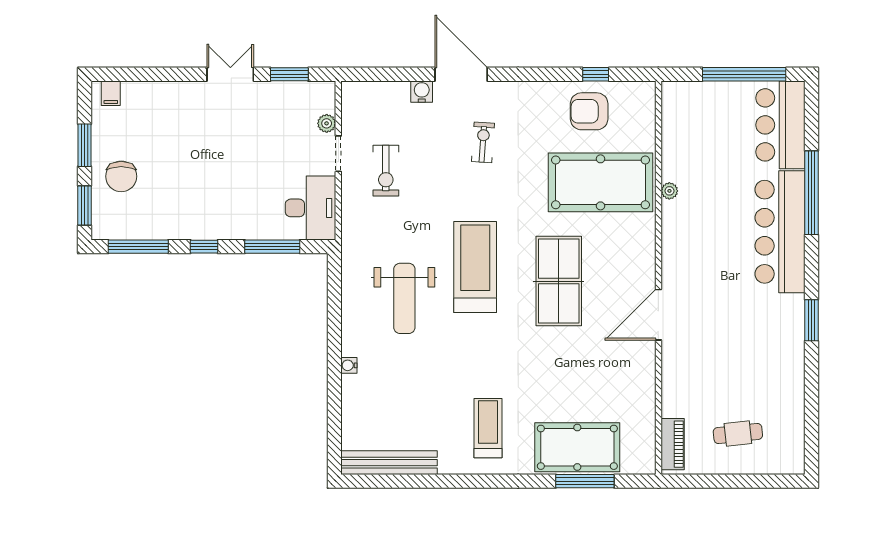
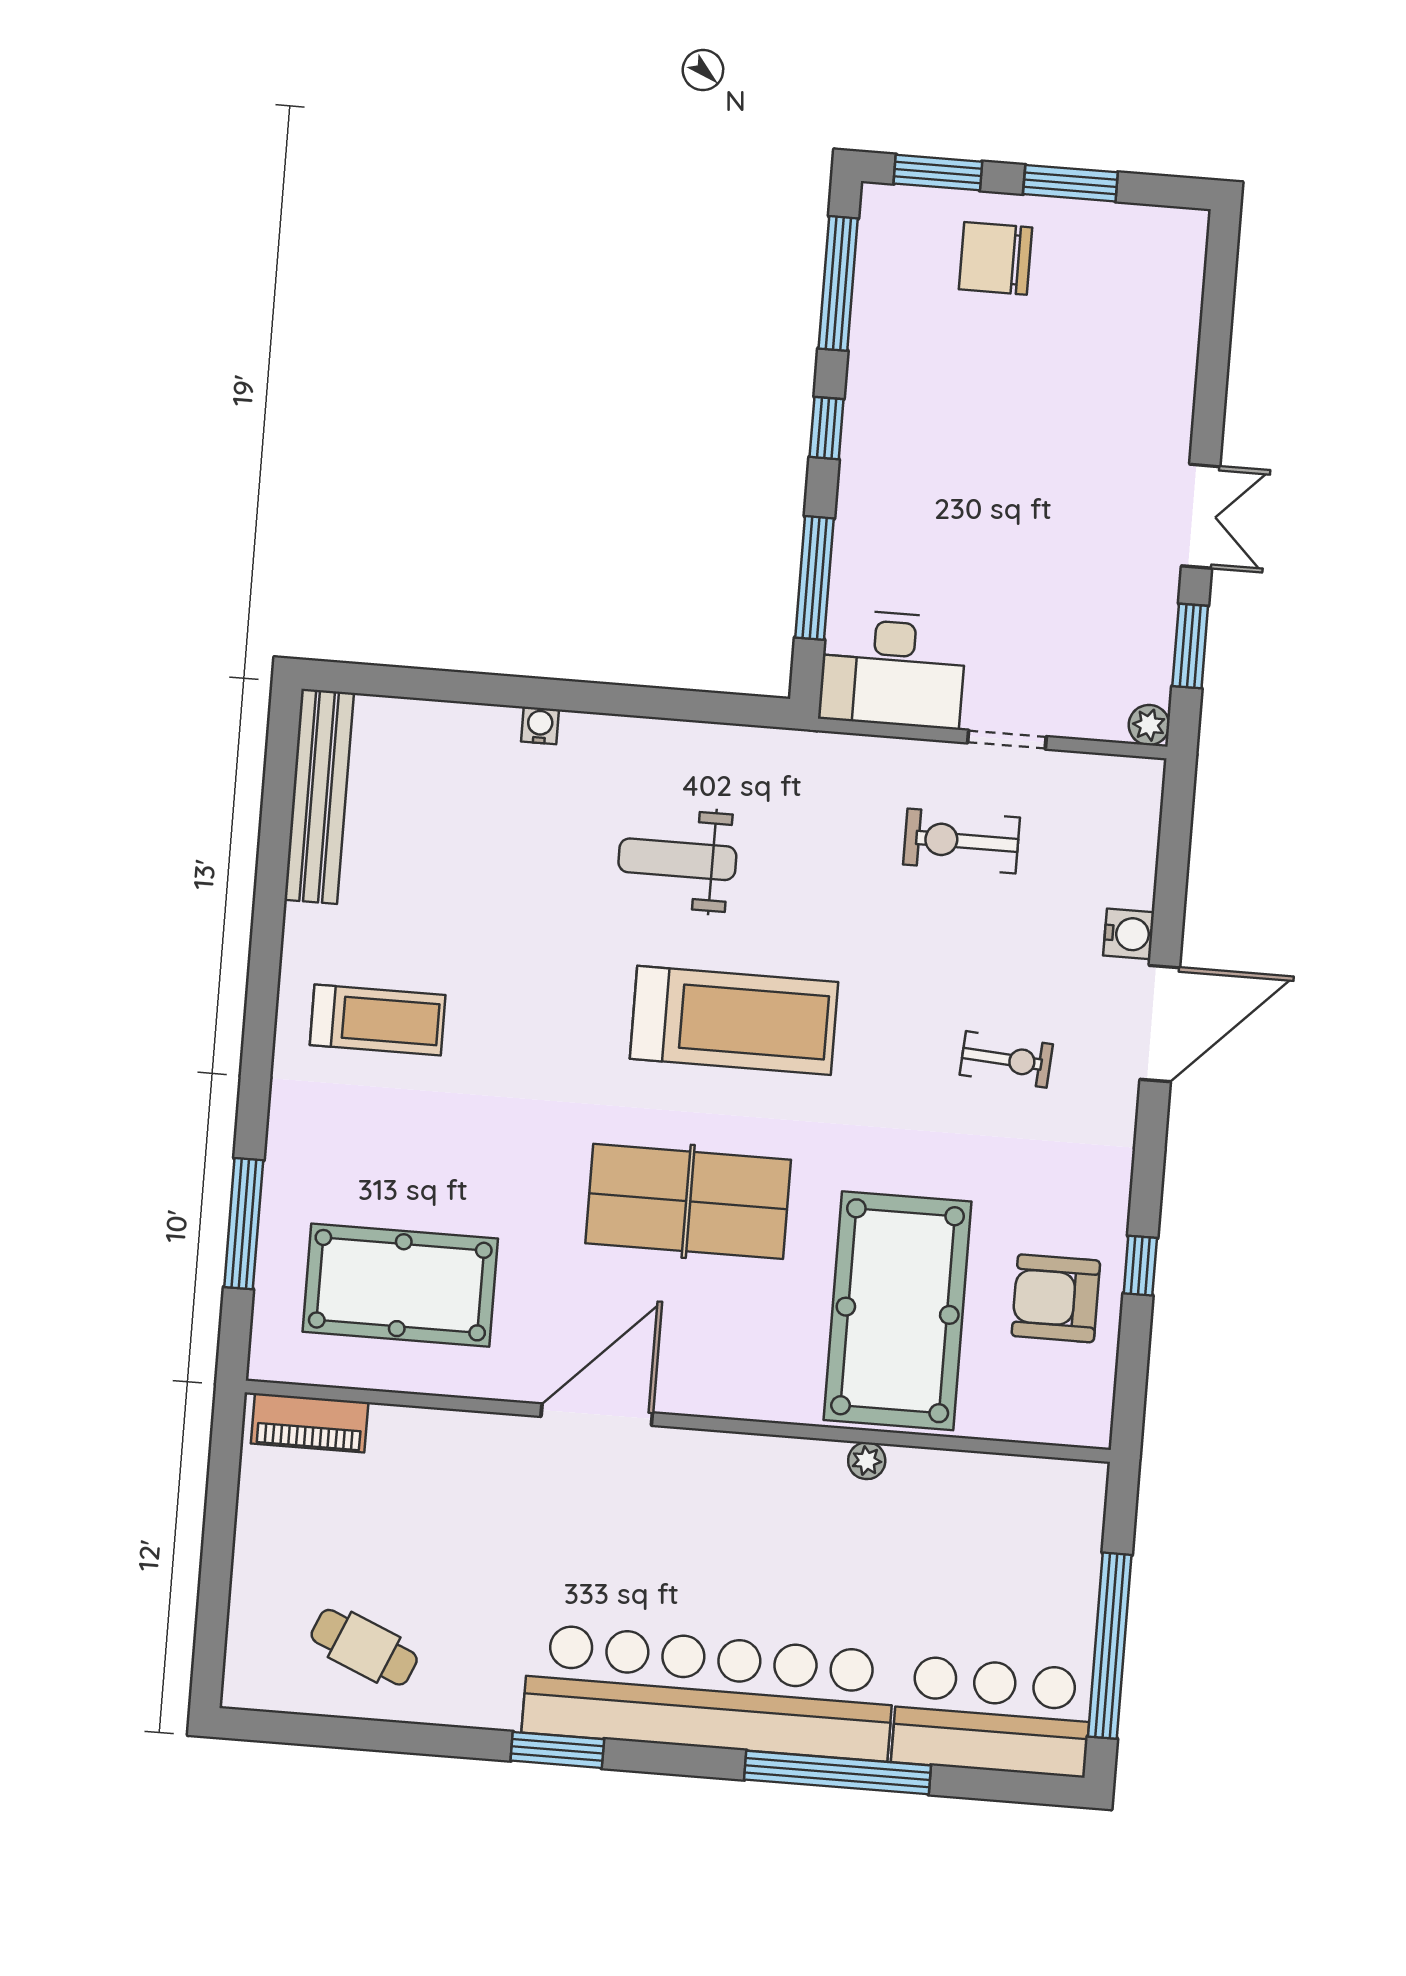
window: (596, 74) -> (1140, 1266), moved
filing cabinet: (111, 93) -> (1180, 250), removed
armchair: (589, 111) -> (1056, 1298), turned -90
plant: (327, 123) -> (1149, 725), moved
bar counter: (780, 232) -> (709, 1693), width x1.36
weight bench: (404, 298) -> (677, 859), width x0.73, depth x0.75
door: (658, 315) -> (597, 1415), hinge flipped
cafe table: (738, 434) -> (364, 1647), moved, turned -61
pool table: (577, 447) -> (400, 1285), moved, turned 90

